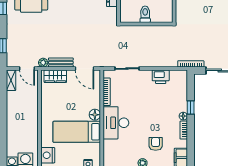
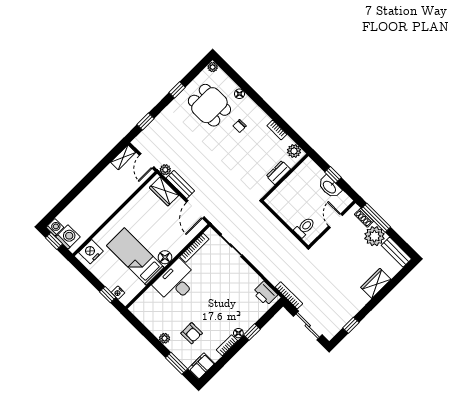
toilet: (145, 14) -> (305, 227), moved
printer: (161, 77) -> (265, 293), moved
armchair: (156, 144) -> (192, 333), turned 90

